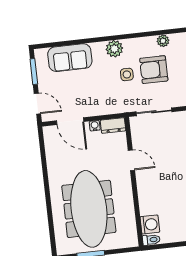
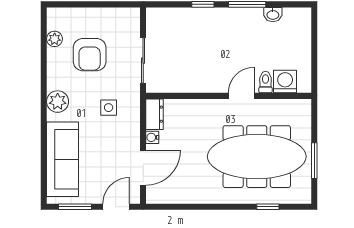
sofa: (70, 58) -> (63, 159), width x1.36
side table: (127, 74) -> (109, 108), moved
door: (131, 160) -> (241, 96), moved
window: (51, 222) -> (268, 207), added
toilet: (151, 240) -> (265, 82), moved

